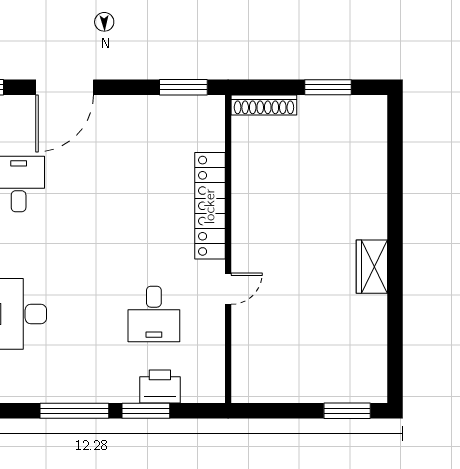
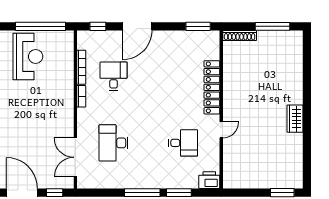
window: (328, 87) -> (272, 26), width x1.44
desk: (154, 314) -> (183, 143), turned -90
printer: (160, 387) -> (209, 180), moved

